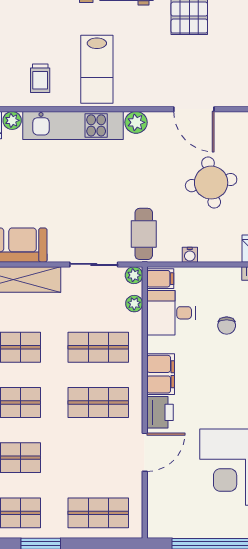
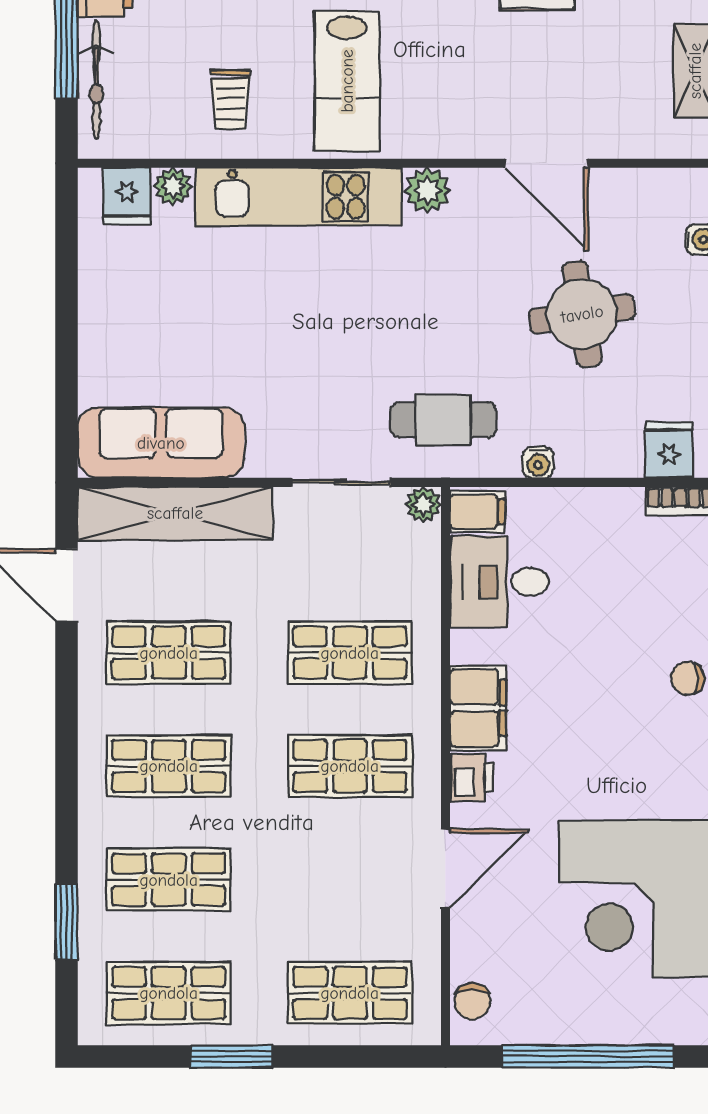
cafe table: (144, 234) -> (443, 420), turned 90
plant: (134, 304) -> (424, 563), removed
chair: (227, 326) -> (472, 1001), moved
printer: (160, 412) -> (472, 778), width x0.73, depth x0.81

